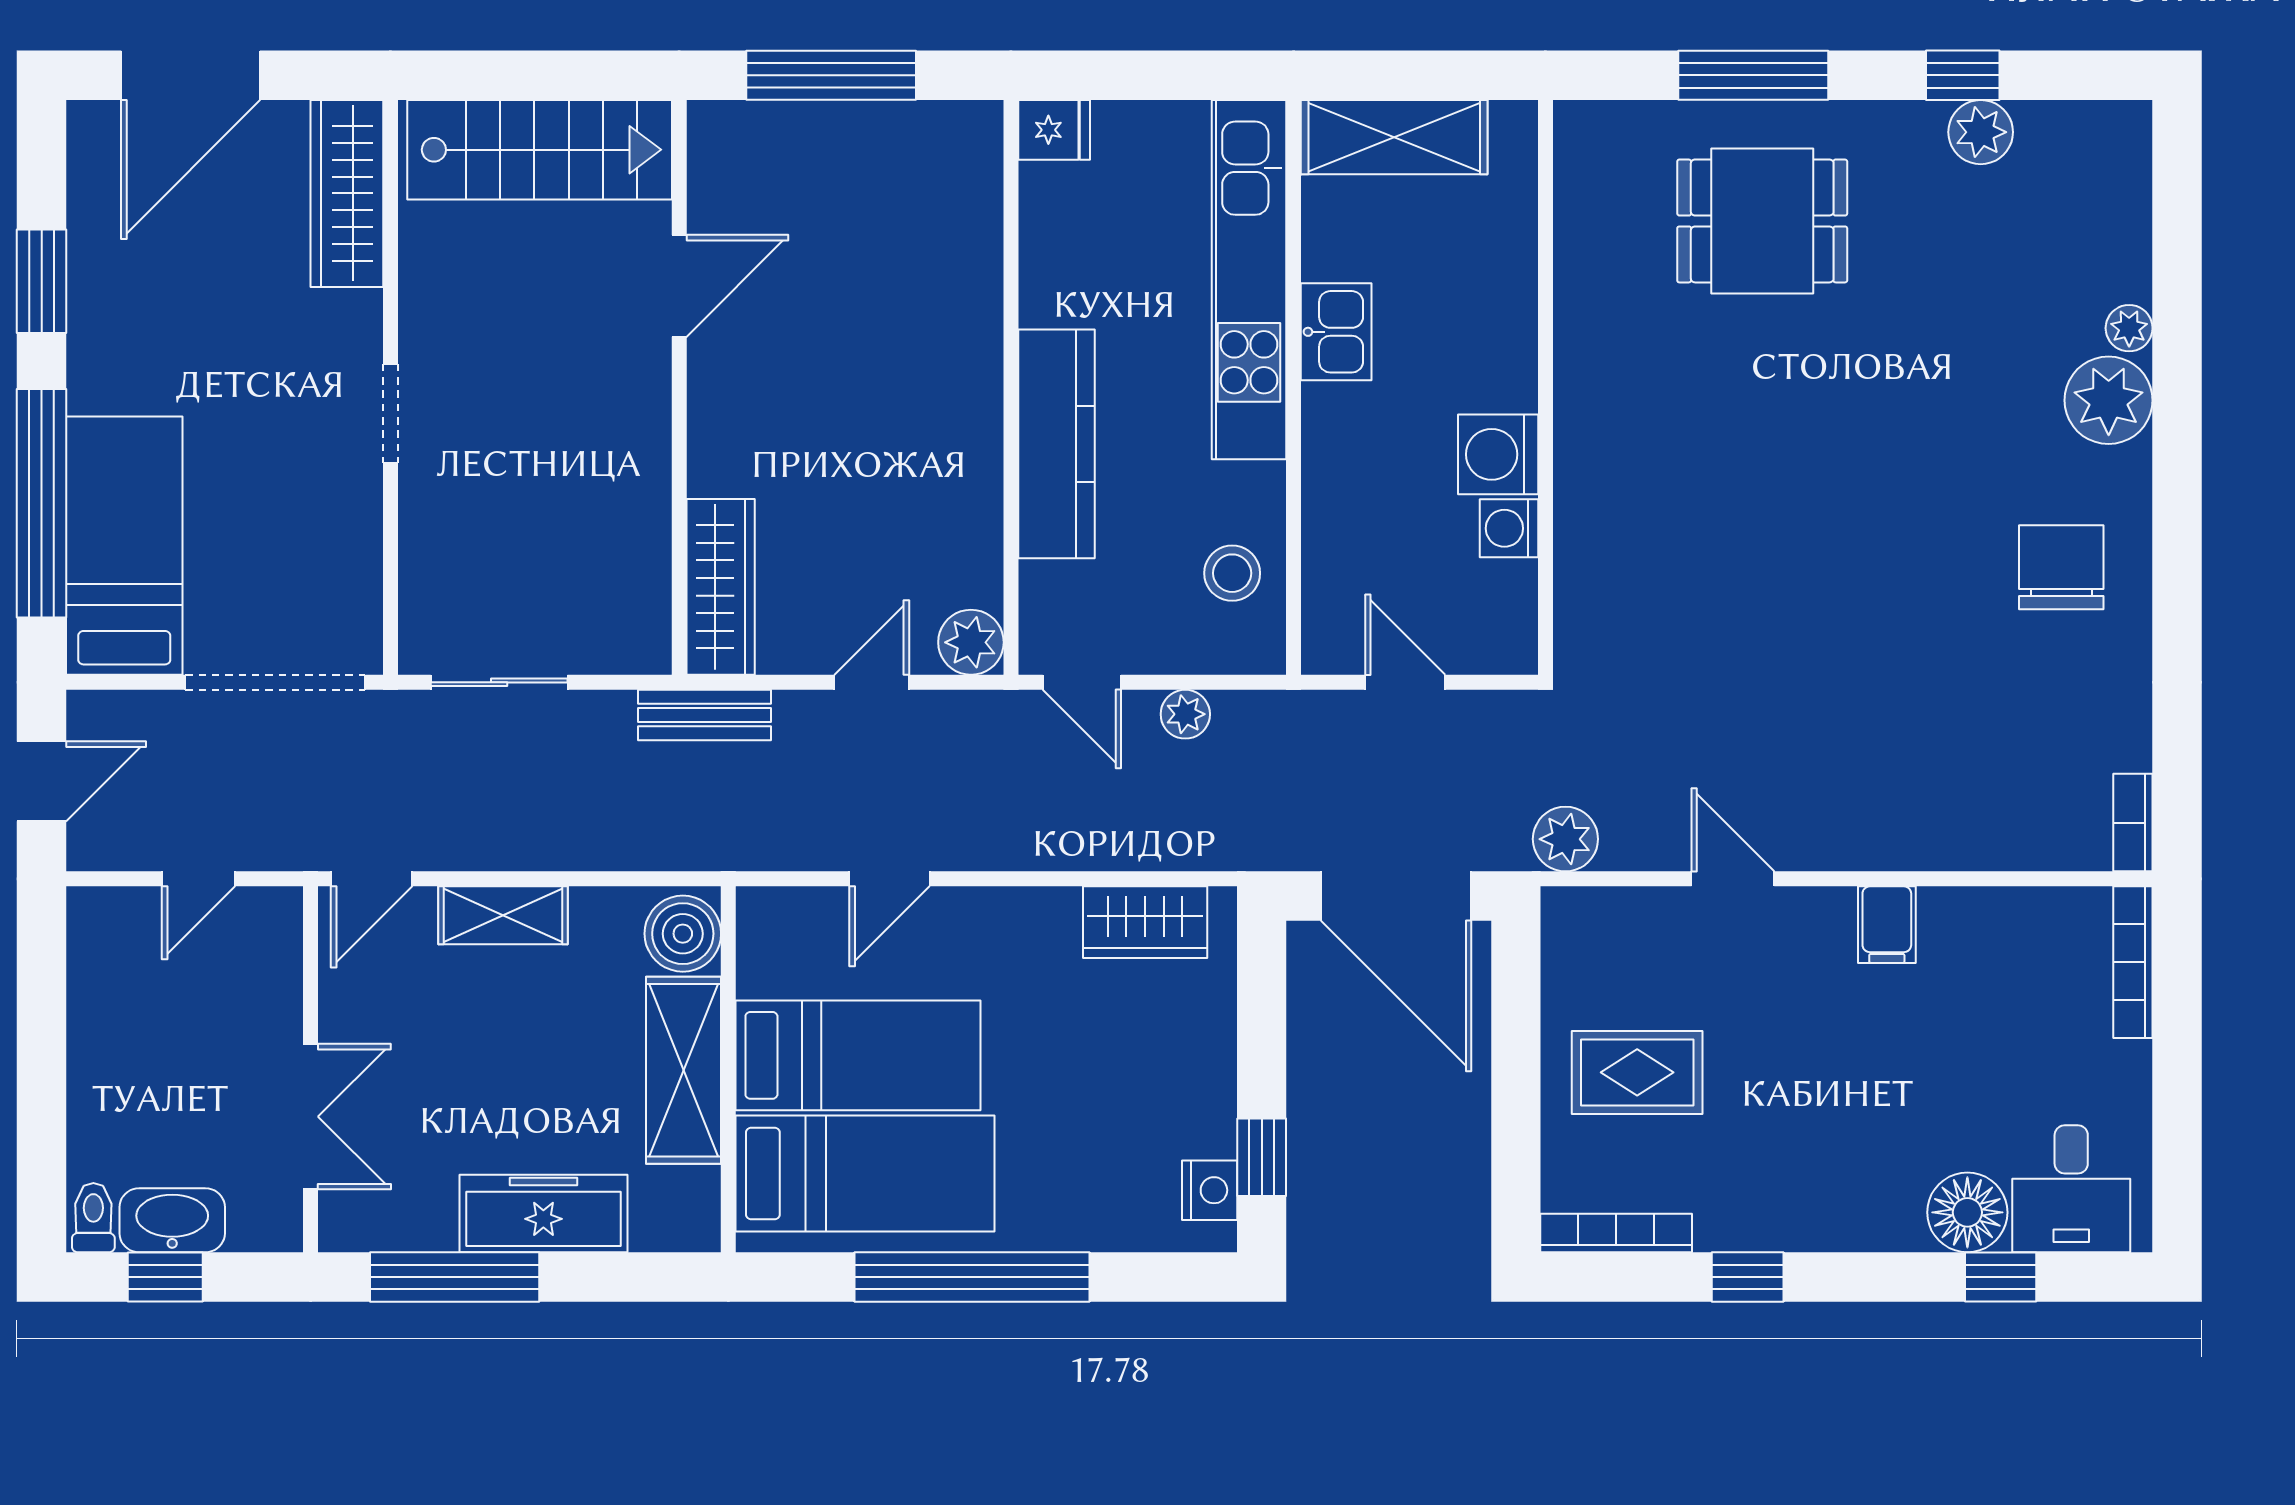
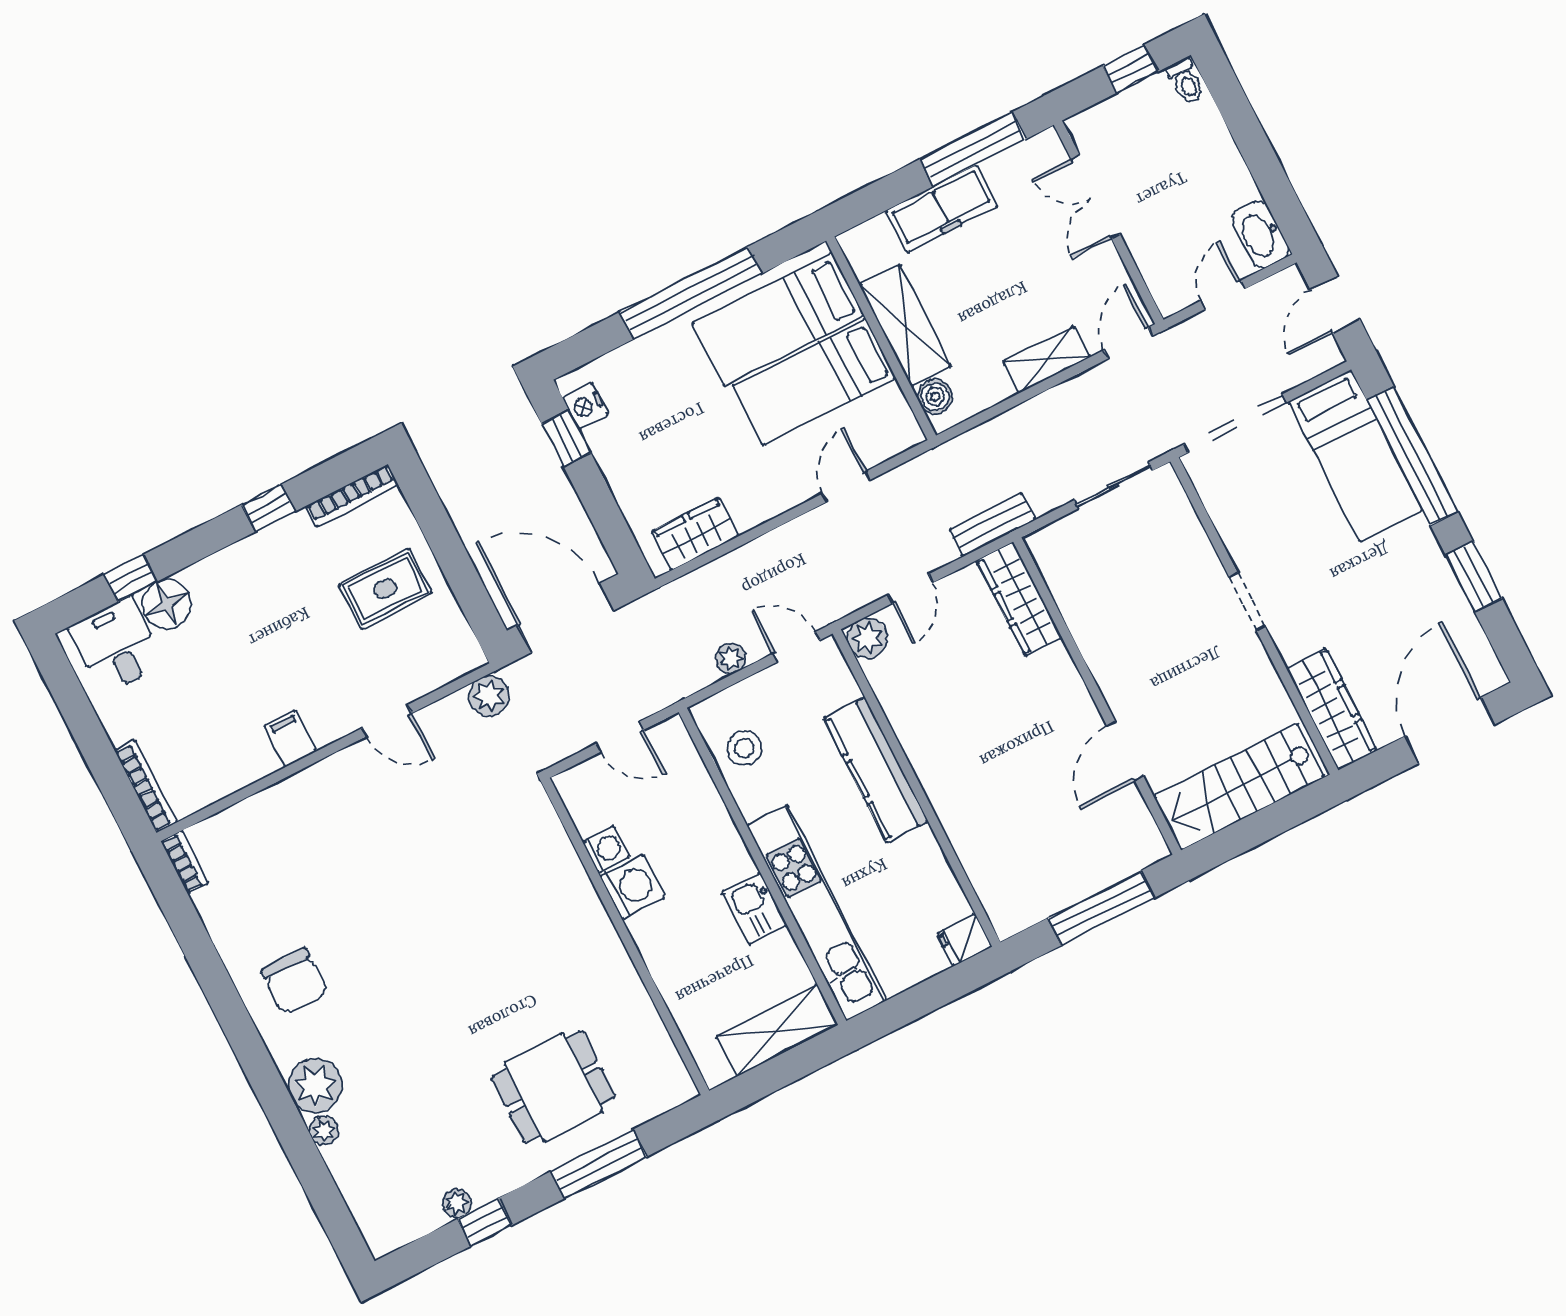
plant: (1981, 132) -> (457, 1203), width x0.73, depth x0.73
boiler: (683, 934) -> (935, 397), width x0.73, depth x0.73
washbasin: (172, 1220) -> (1260, 234), moved, turned 90

